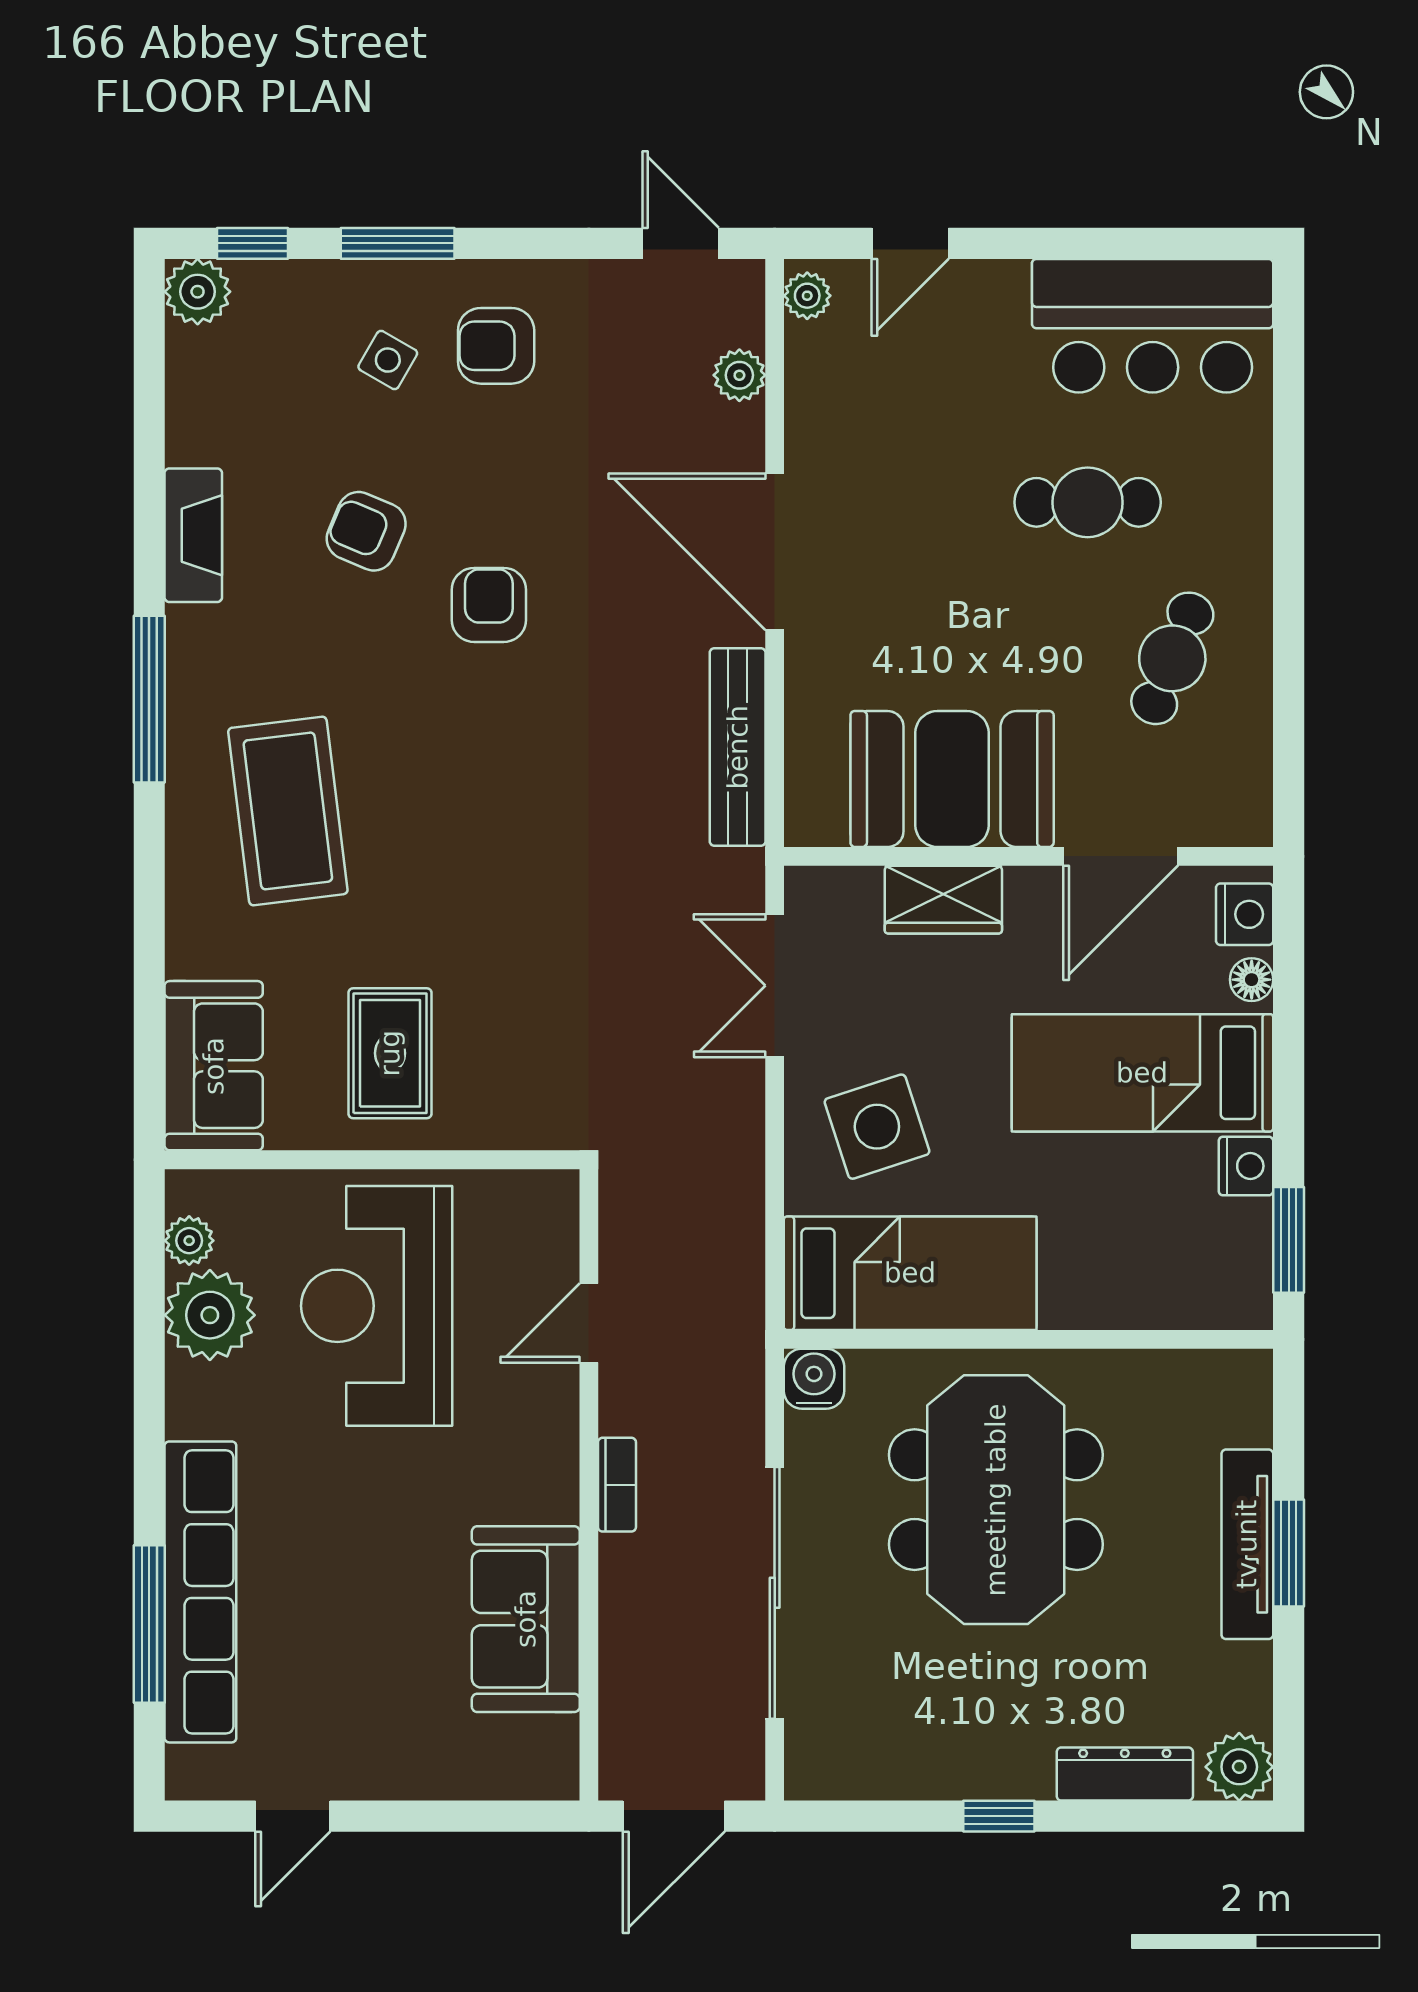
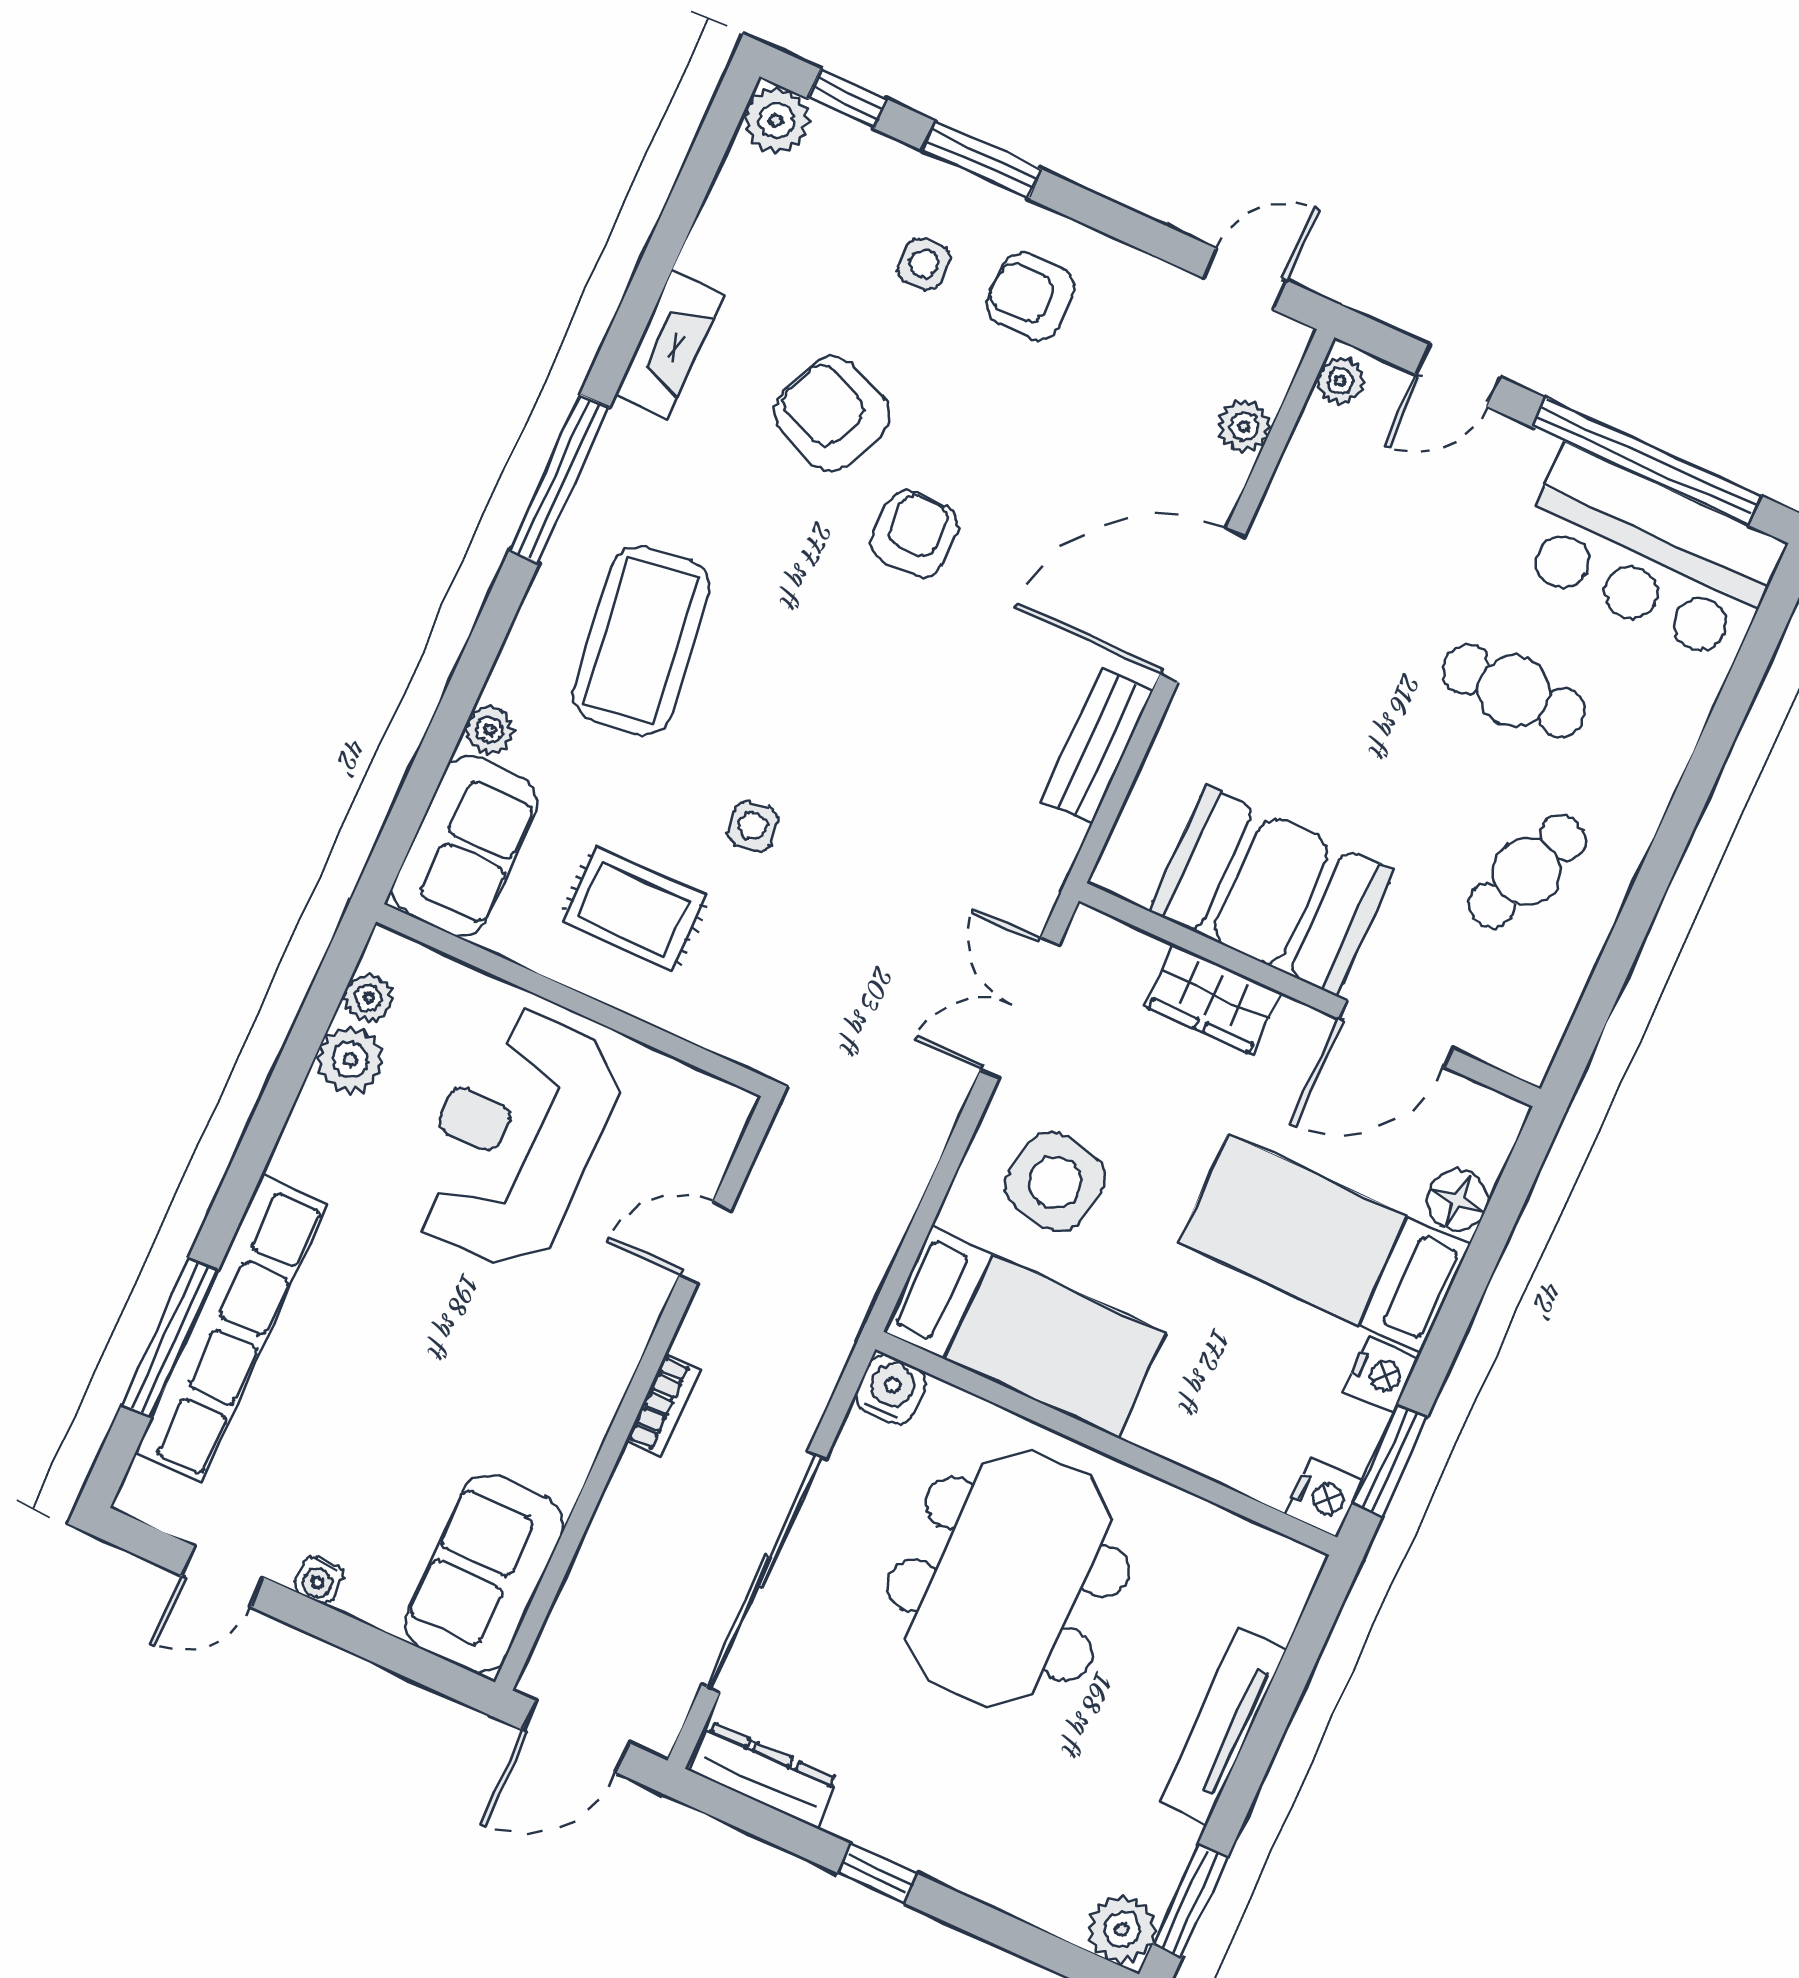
door: (681, 243) -> (1245, 279), hinge flipped
window: (1113, 243) -> (1647, 461), added
side table: (388, 360) -> (924, 264), turned -30
armchair: (366, 531) -> (832, 414), width x1.38, depth x1.38
door: (775, 552) -> (1202, 605), hinge flipped
bench: (738, 747) -> (1097, 746), width x0.73
nightstand: (1245, 914) -> (1324, 1497), moved
side table: (463, 931) -> (753, 826), added
plant: (189, 952) -> (490, 730), added
floor lamp: (1252, 980) -> (1458, 1200), width x1.37, depth x1.37
rug: (390, 1053) -> (634, 909), turned 90
side table: (877, 1127) -> (1055, 1182), turned 30
plant: (210, 1315) -> (350, 1060), width x0.73, depth x0.73
window: (1289, 1553) -> (1190, 1901), moved
sofa: (526, 1619) -> (484, 1574), moved
dresser: (1125, 1774) -> (764, 1775), moved
water cooler: (380, 1780) -> (319, 1580), added

